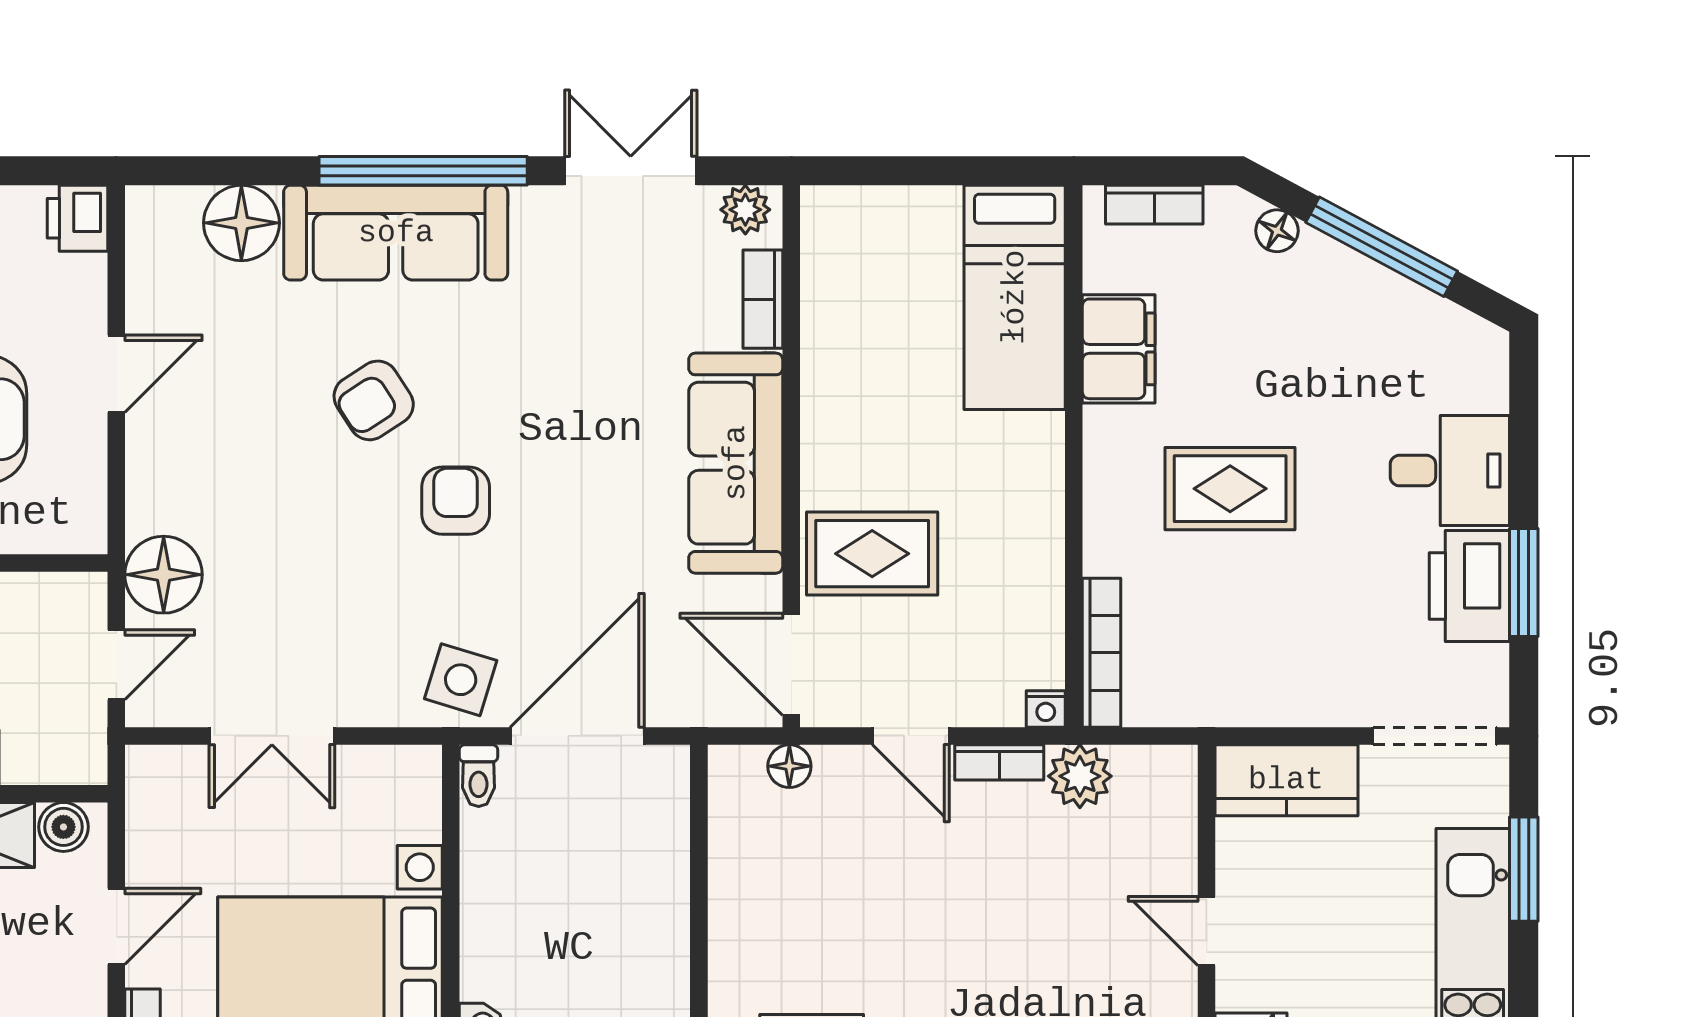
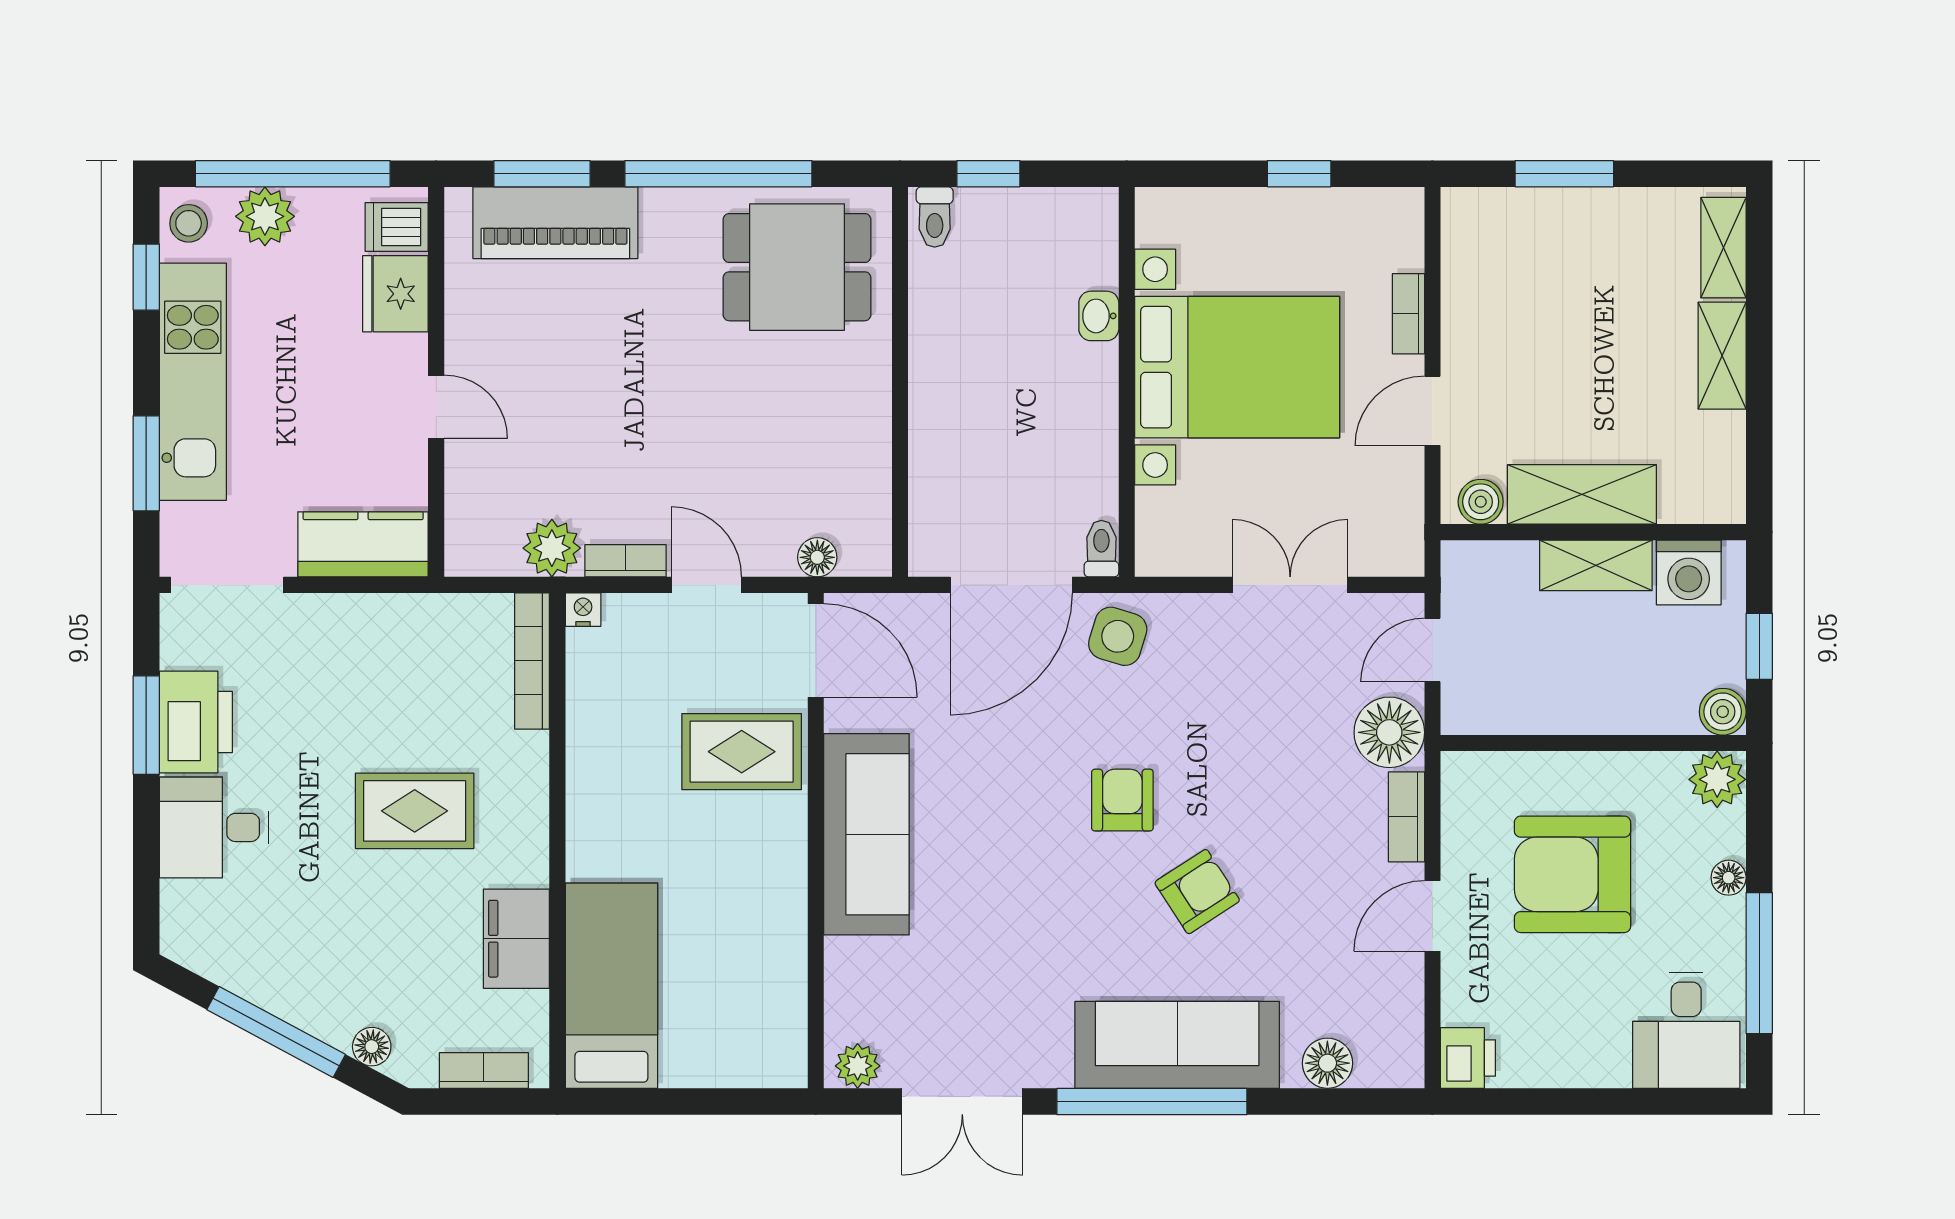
floor lamp: (241, 223) -> (1327, 1063), width x0.73, depth x0.73
bookcase: (763, 299) -> (1407, 817), moved, turned 180
armchair: (456, 501) -> (1122, 800), turned 180

